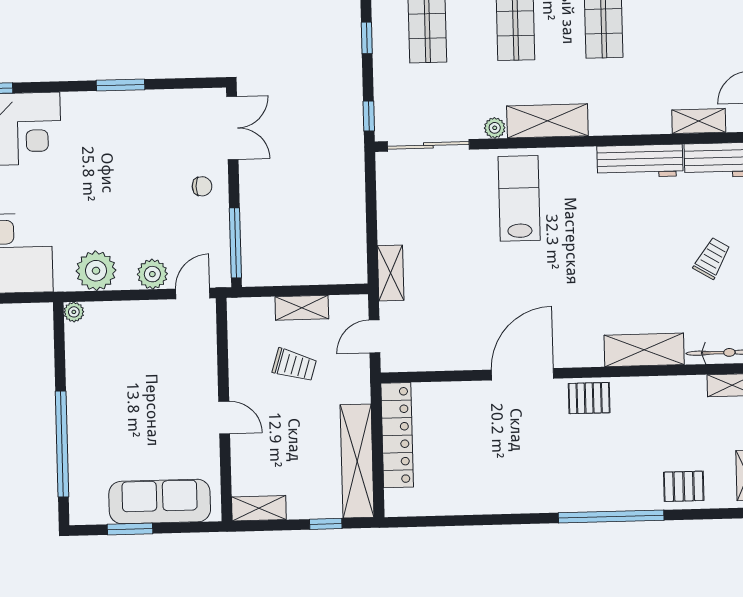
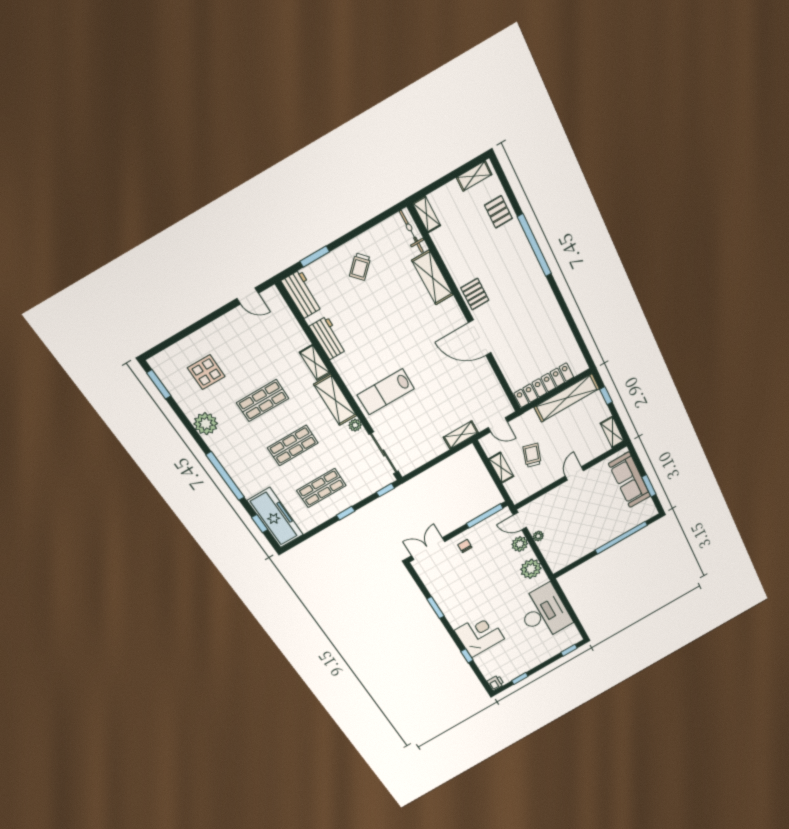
shelving: (699, 121) -> (315, 363), moved
workbench: (640, 161) -> (328, 338), width x0.73
trolley: (712, 258) -> (360, 267), turned -75
plant: (74, 312) -> (538, 536), moved

